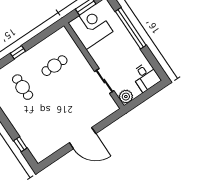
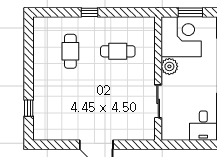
plant: (126, 97) -> (169, 66), moved

